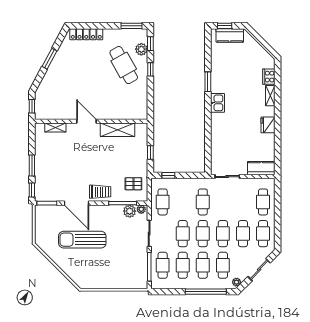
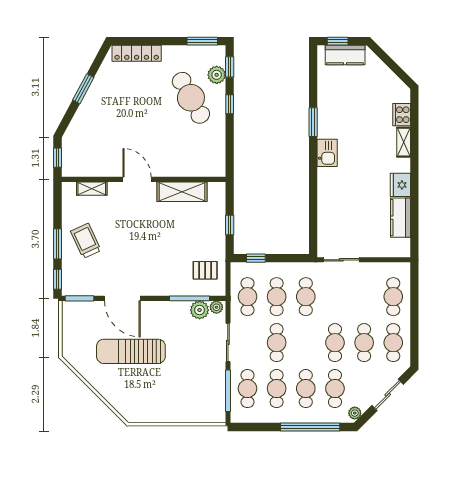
kitchen counter: (261, 168) -> (401, 218), moved, turned -90
trolley: (100, 192) -> (86, 241), moved, turned -115
cafe table: (203, 234) -> (277, 297), moved

